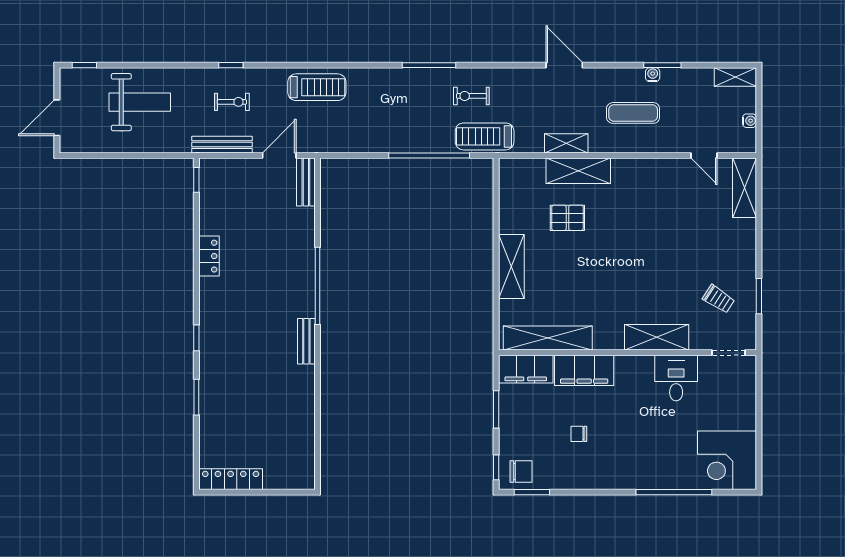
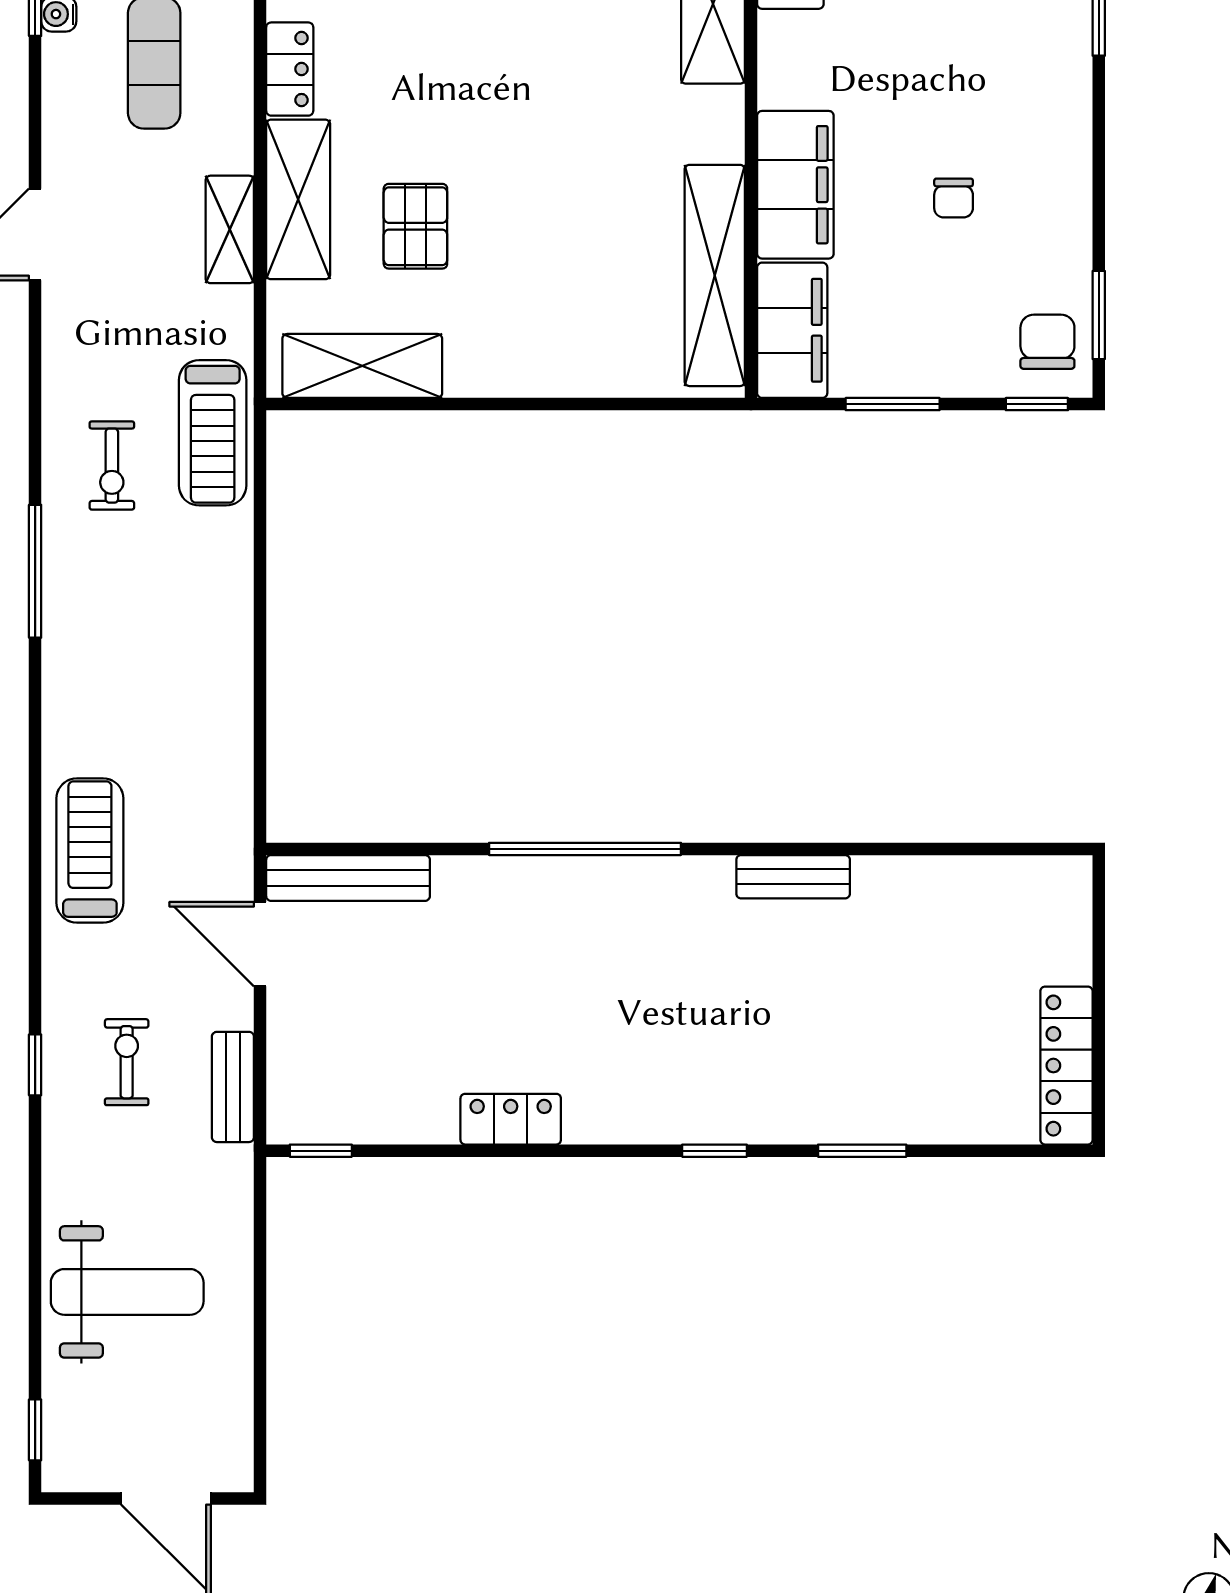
weight bench: (140, 102) -> (127, 1292), turned 90
bench: (222, 145) -> (233, 1087), width x0.73
window: (429, 155) -> (260, 571), removed
locker: (631, 167) -> (290, 69), added
bench: (306, 182) -> (348, 878), width x1.36
shelving: (511, 266) -> (362, 366), moved
bench: (306, 341) -> (793, 877), moved

